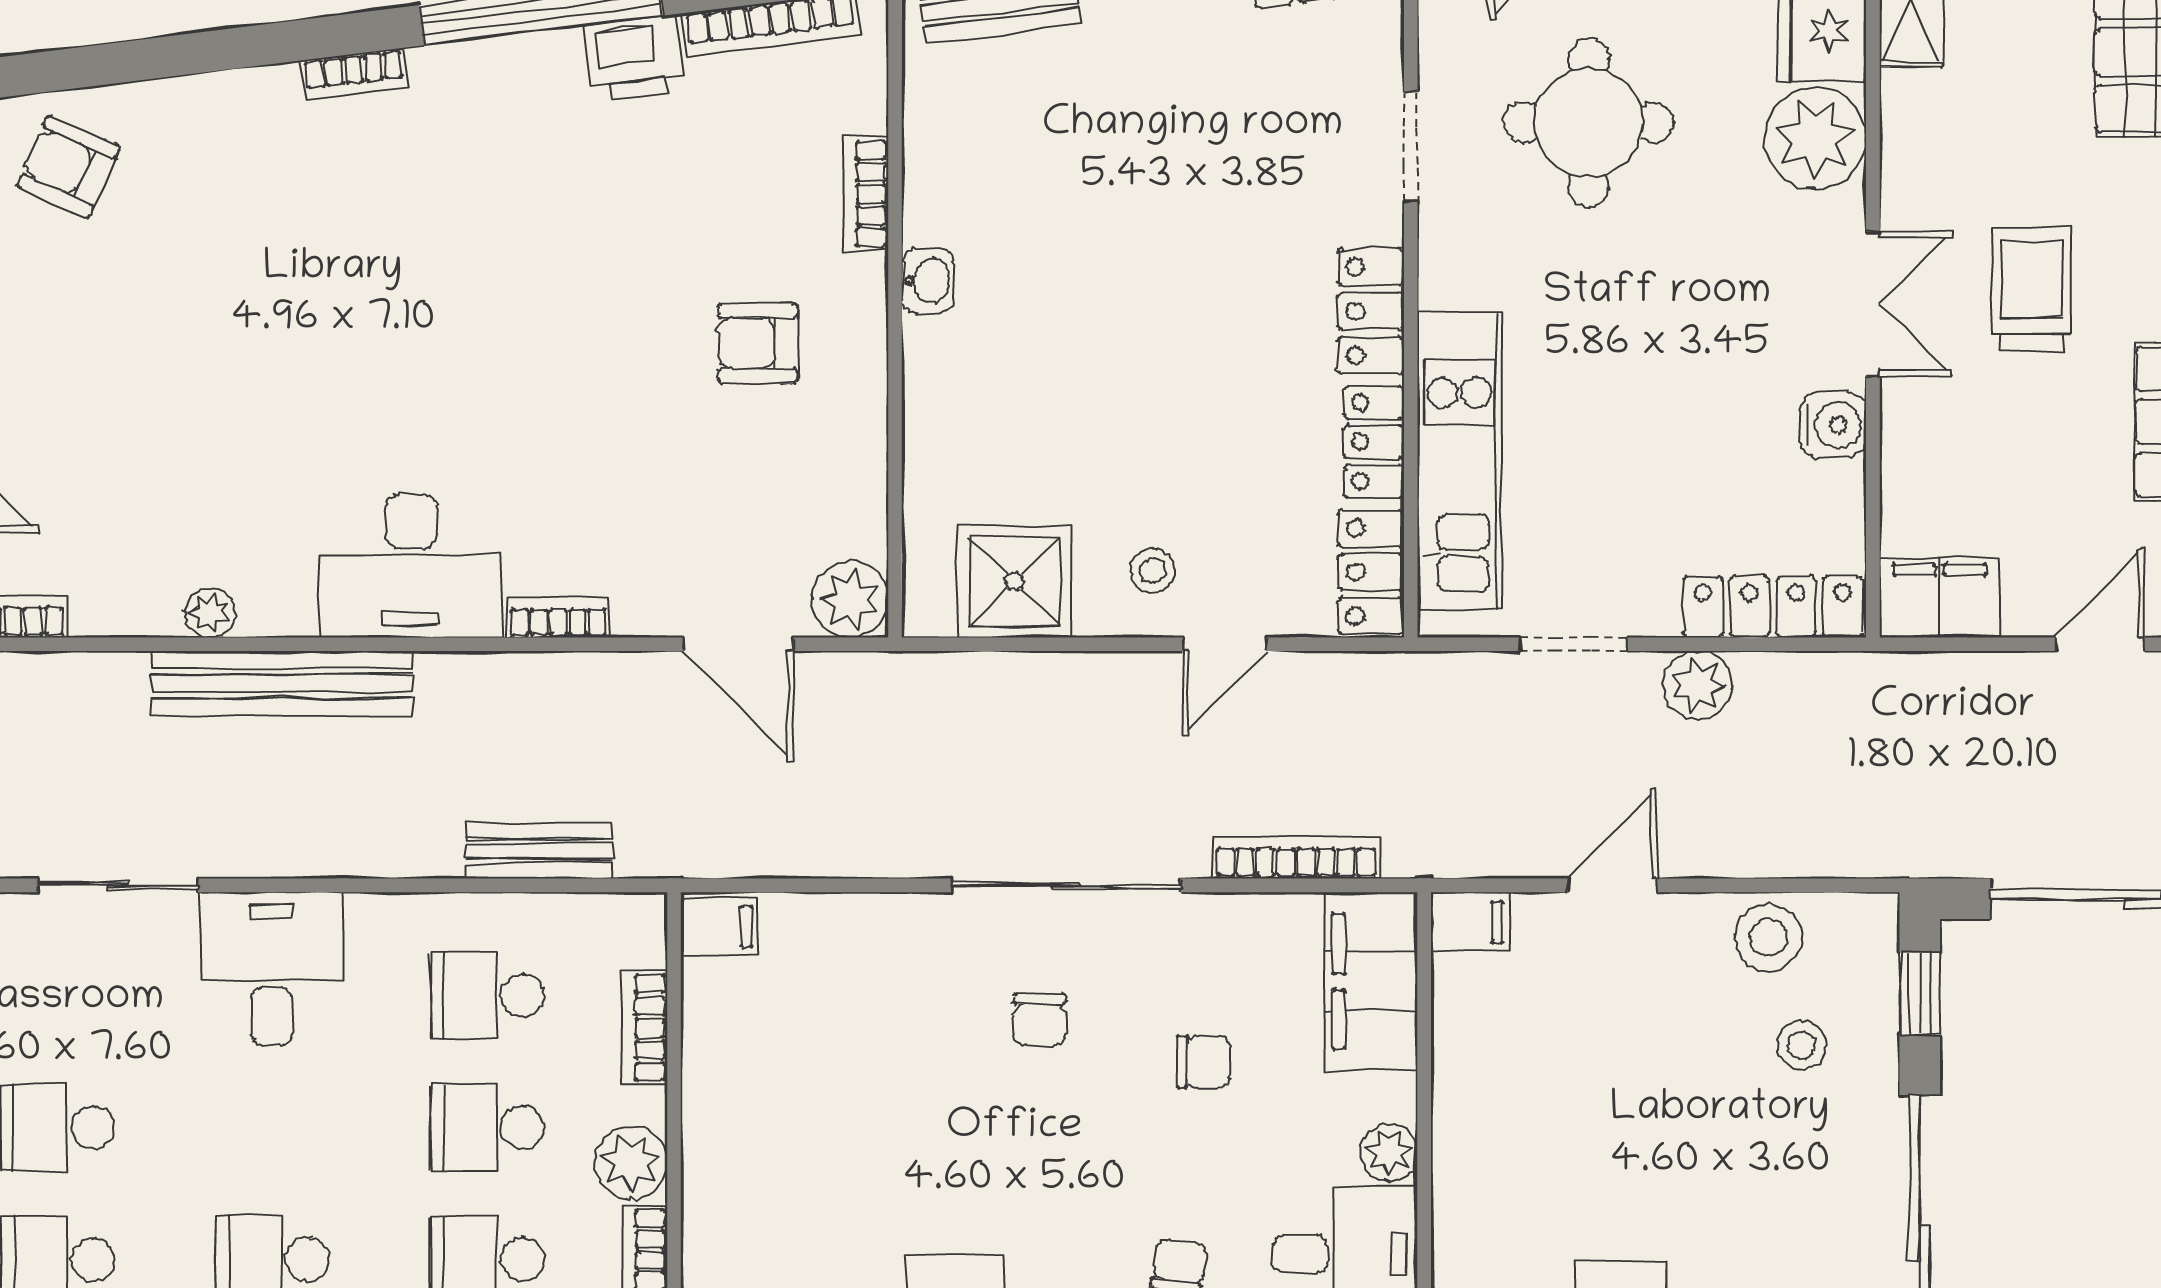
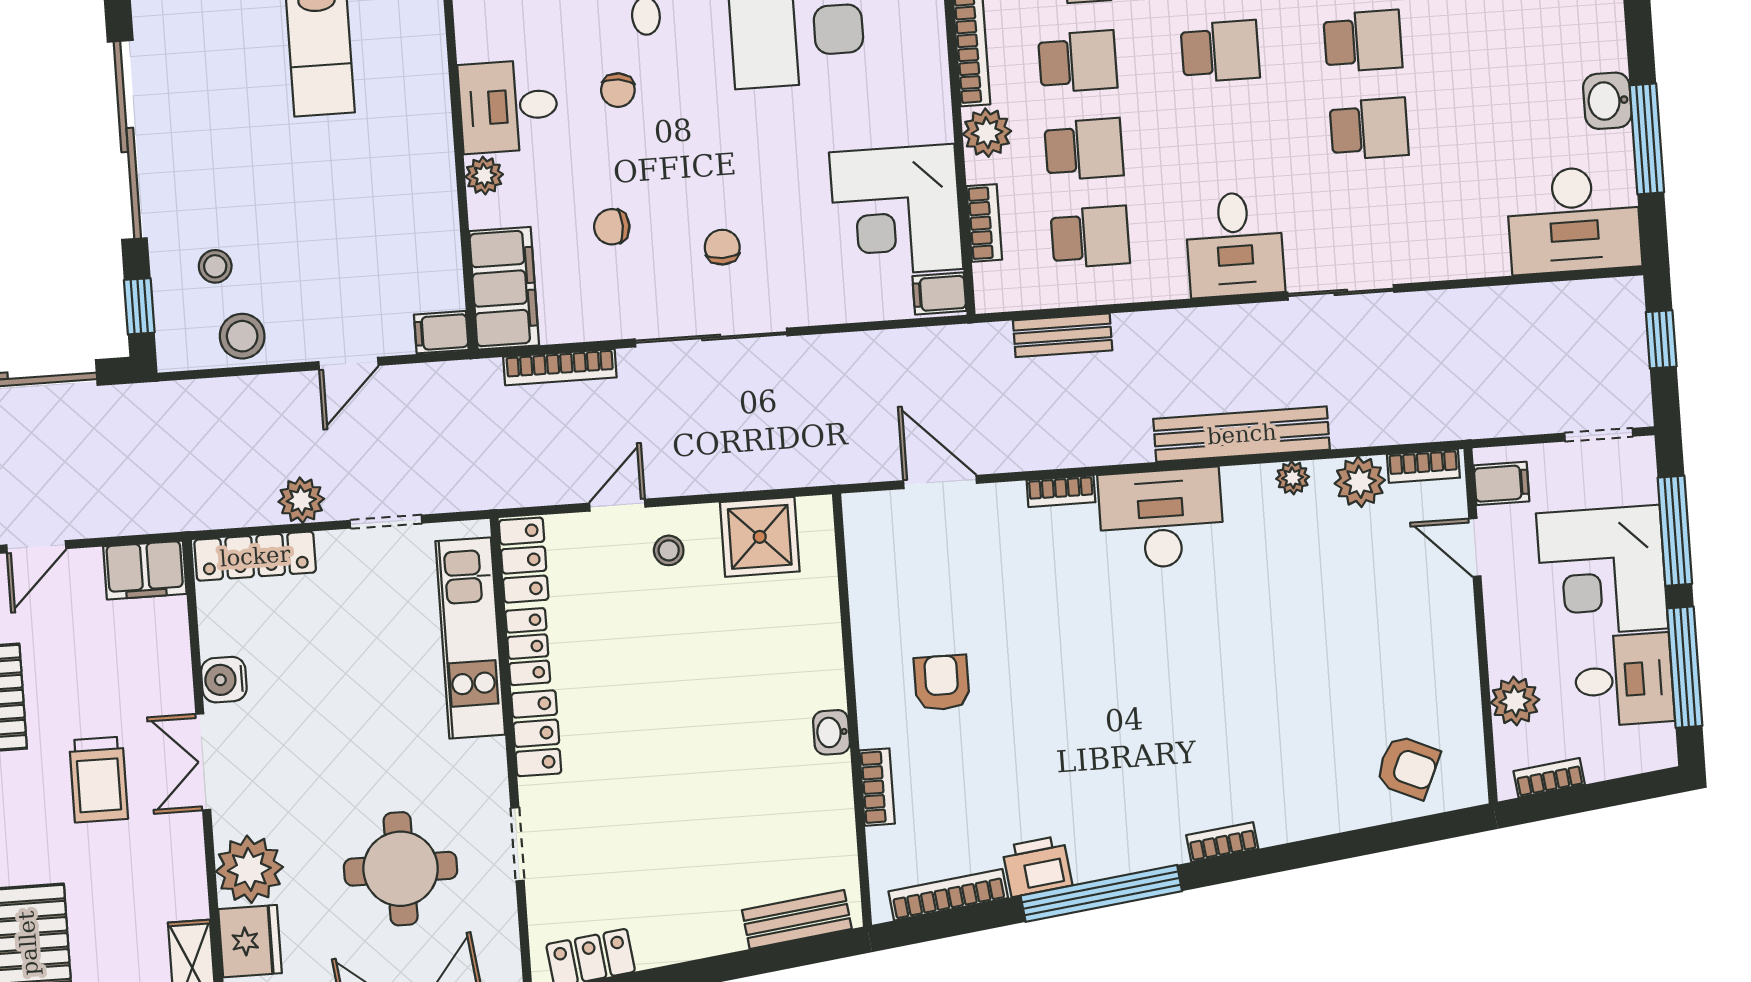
armchair: (758, 343) -> (942, 683), turned -90
plant: (850, 599) -> (1360, 482), moved
corner desk: (775, 1055) -> (896, 211), added

